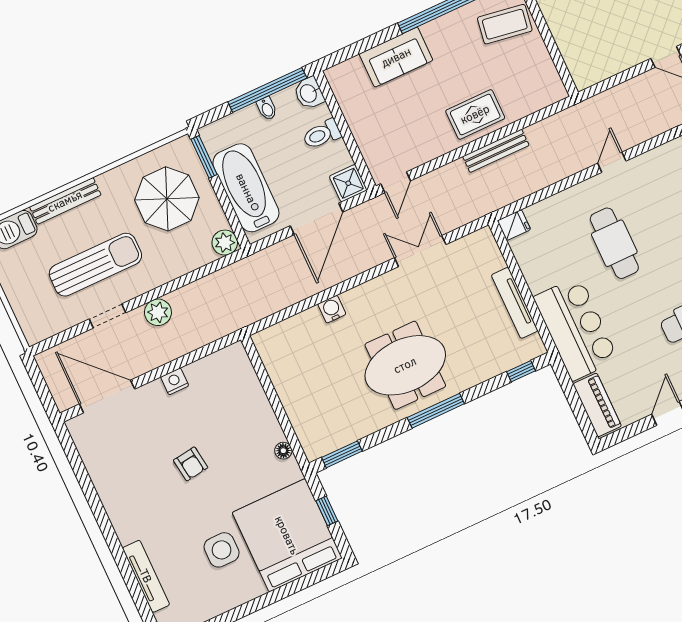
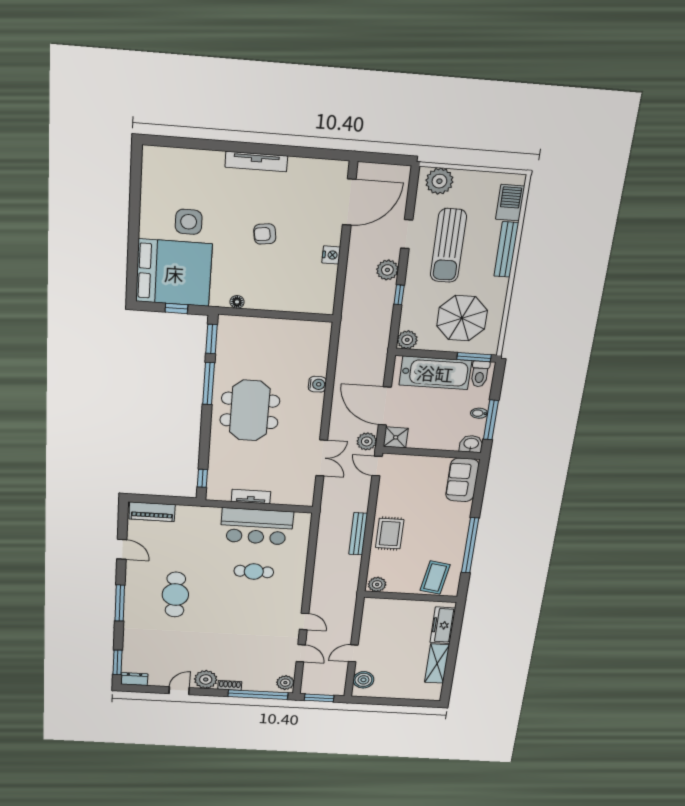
sofa: (396, 57) -> (462, 480), moved
plant: (552, 87) -> (377, 584), added
window: (267, 90) -> (491, 420), width x0.68
toilet: (322, 134) -> (480, 374), moved, turned 180
door: (612, 162) -> (304, 621), moved
plant: (371, 213) -> (367, 441), added
fridge: (514, 225) -> (303, 521), removed
cafe table: (614, 243) -> (254, 572), width x0.73, depth x0.74
window: (179, 283) -> (399, 295), added
tv unit: (515, 303) -> (251, 497), width x0.71
plant: (33, 317) -> (439, 181), added
bar counter: (576, 329) -> (257, 526), moved
window: (436, 411) -> (209, 384), moved
tv unit: (146, 576) -> (256, 161), moved

